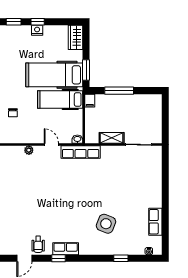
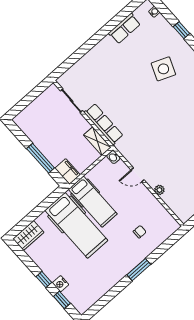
nightstand: (37, 30) -> (61, 284), moved
window: (86, 70) -> (48, 202), removed
filing cabinet: (90, 101) -> (68, 172), width x2.00
shelving: (112, 138) -> (97, 141), moved
door: (51, 145) -> (138, 175), hinge flipped
row of seats: (81, 152) -> (104, 124), moved

